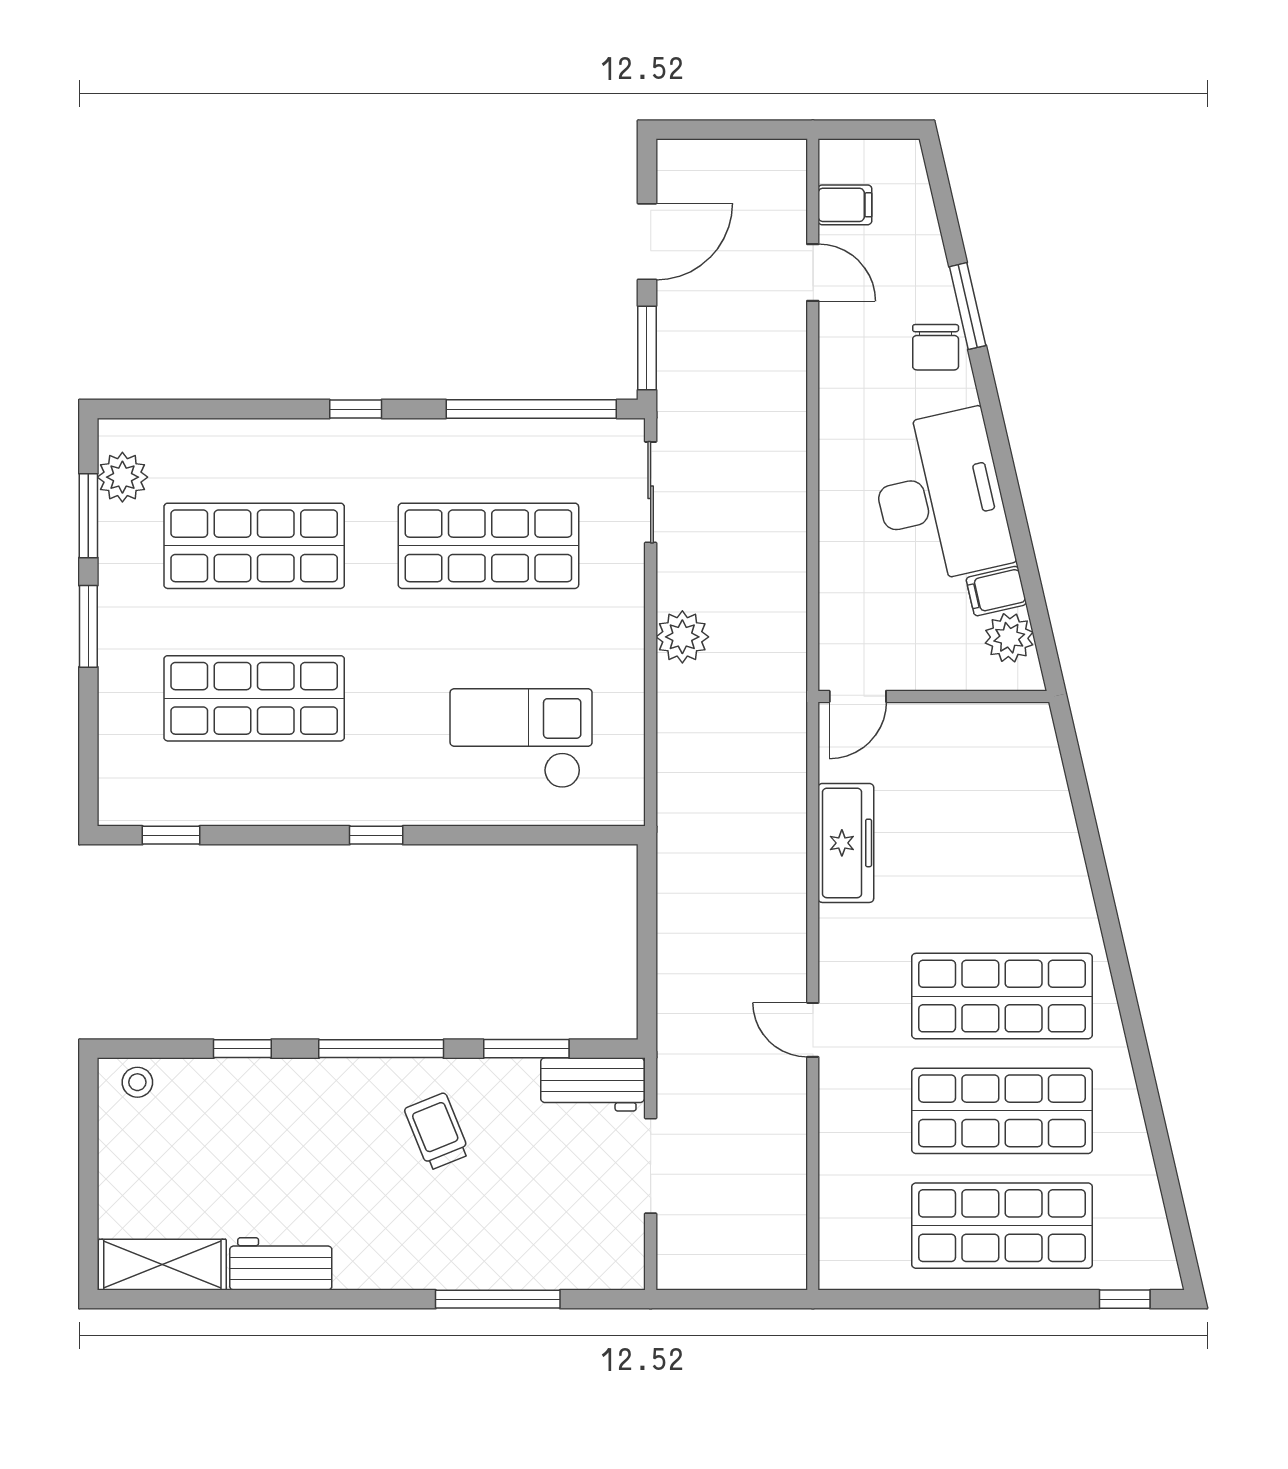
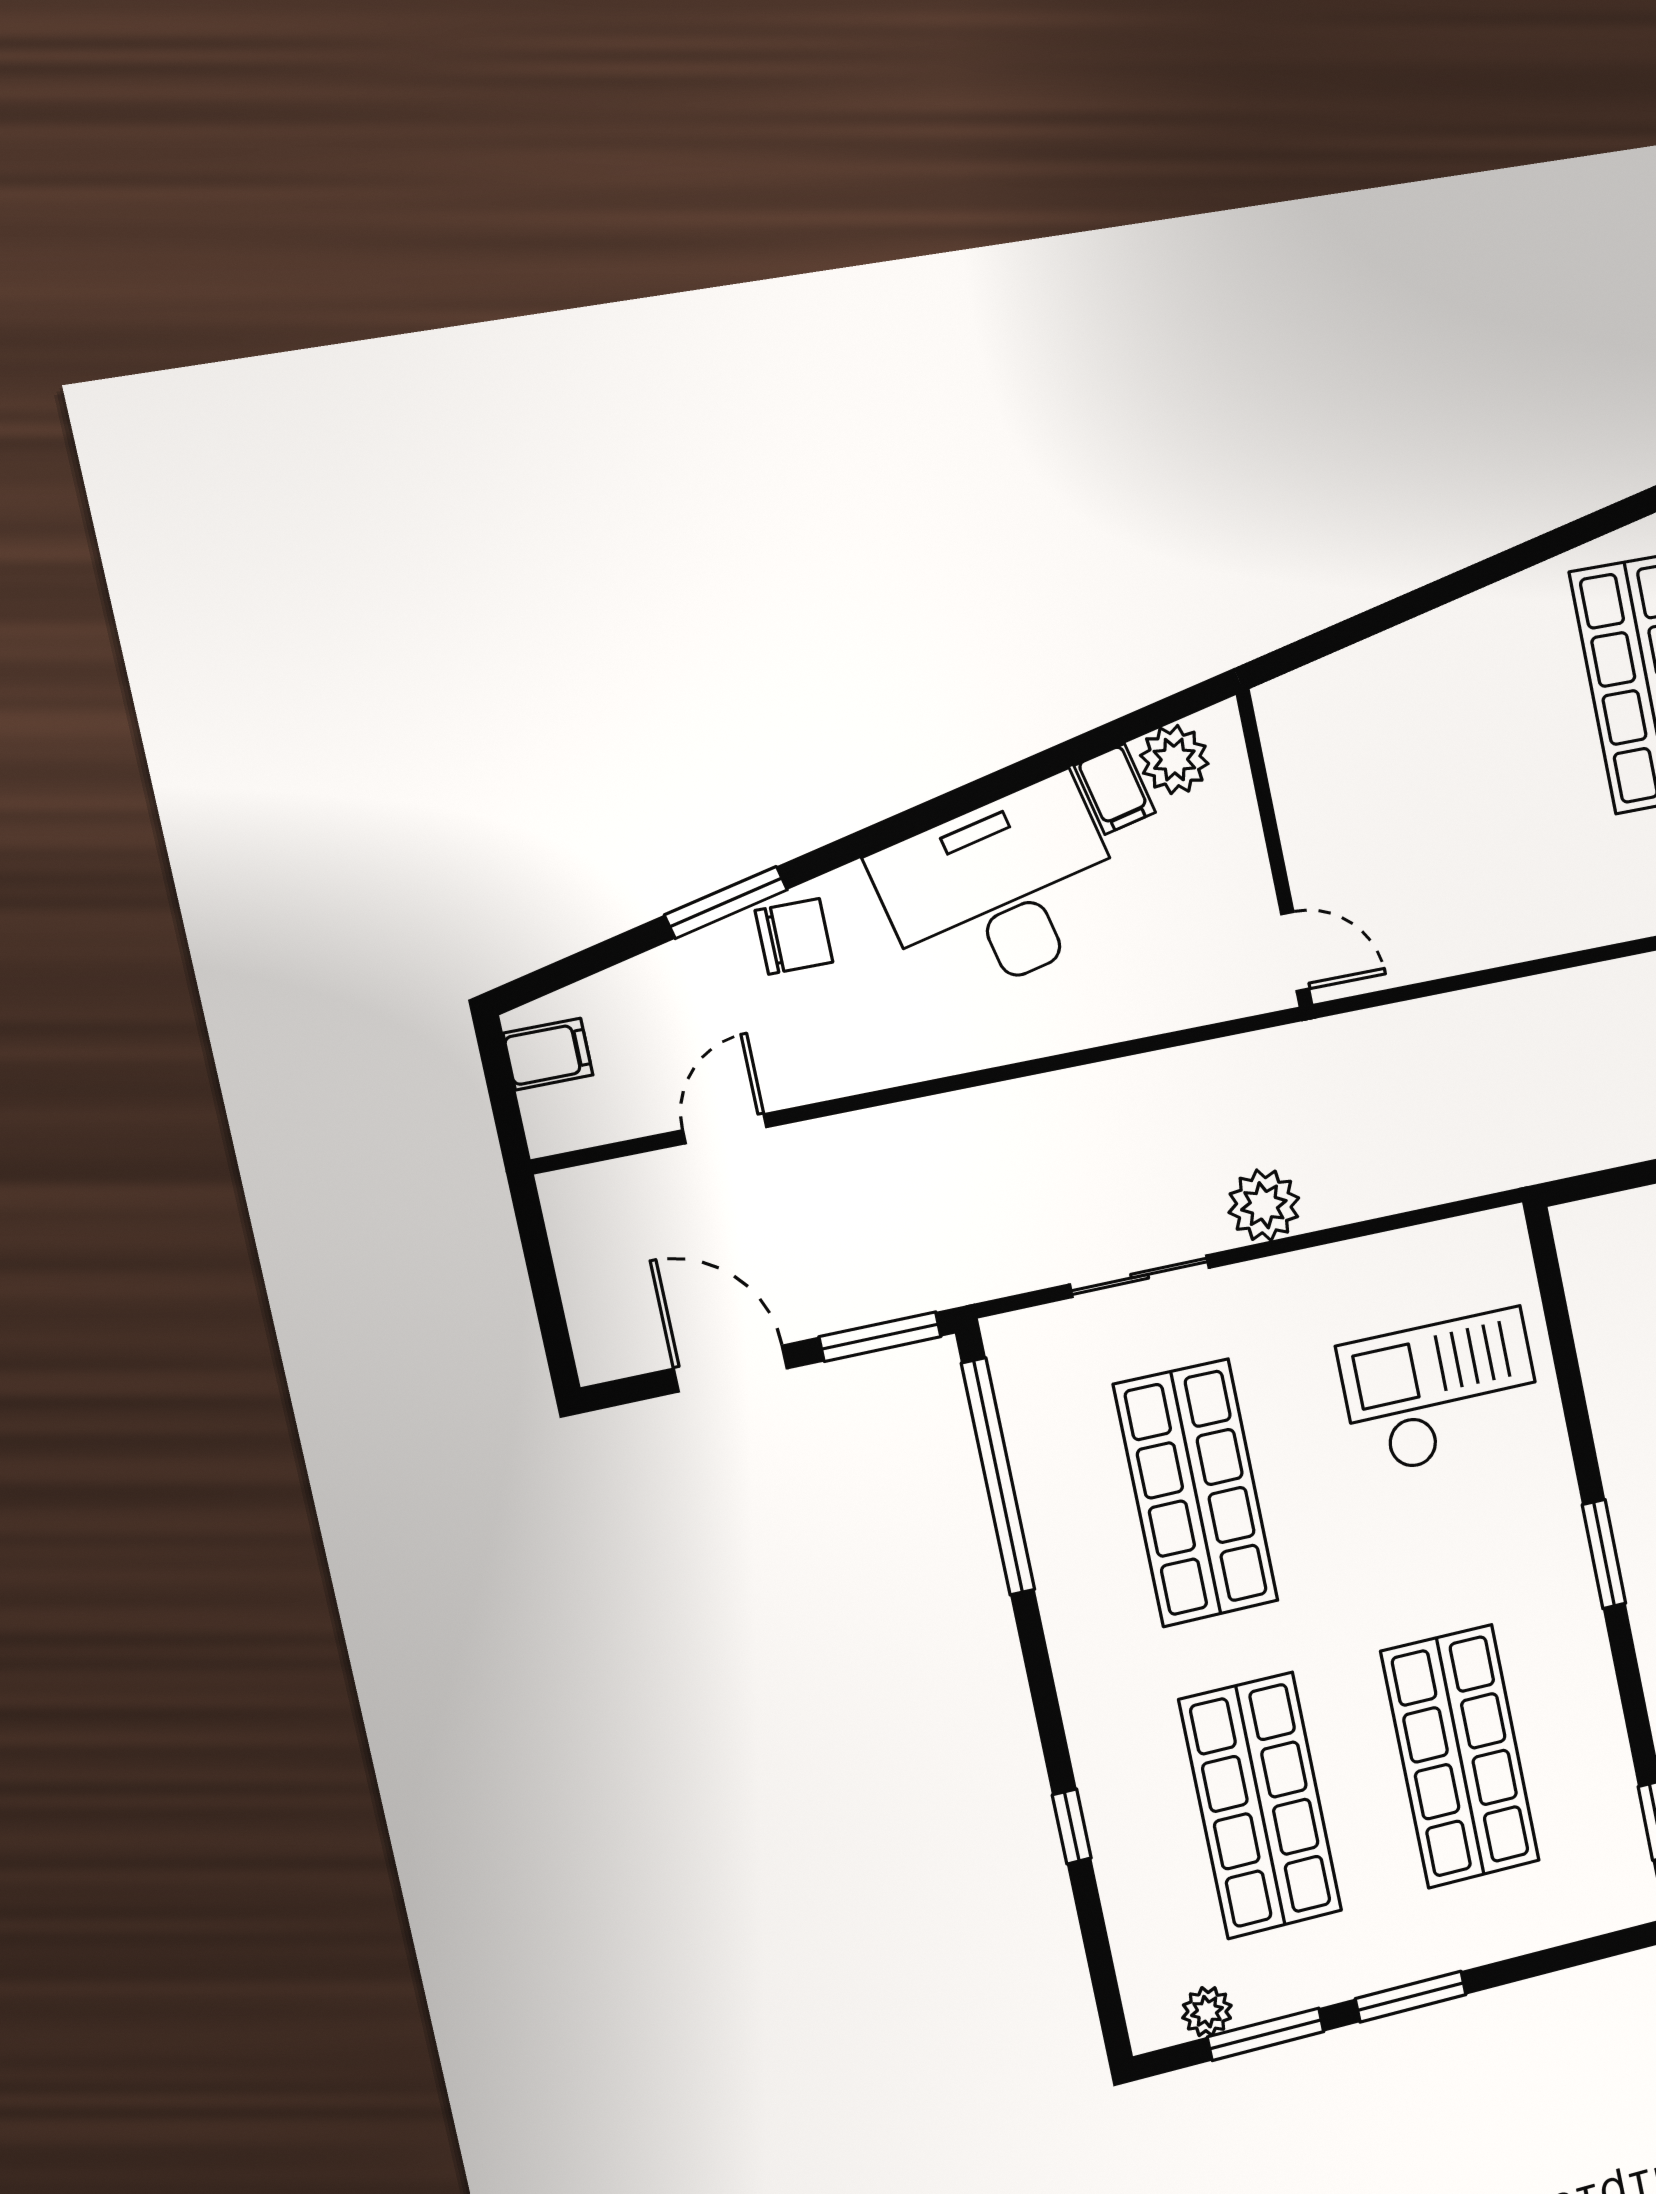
filing cabinet: (845, 205) -> (548, 1054), moved, turned 90
window: (356, 409) -> (1072, 1826), moved
plant: (122, 477) -> (1207, 2012), width x0.73, depth x0.73
sliding door: (651, 492) -> (1140, 1276), moved
checkout: (521, 738) -> (1441, 1392), turned 90
window: (376, 835) -> (1604, 1554), width x1.50
freezer: (846, 843) -> (1491, 930), removed

